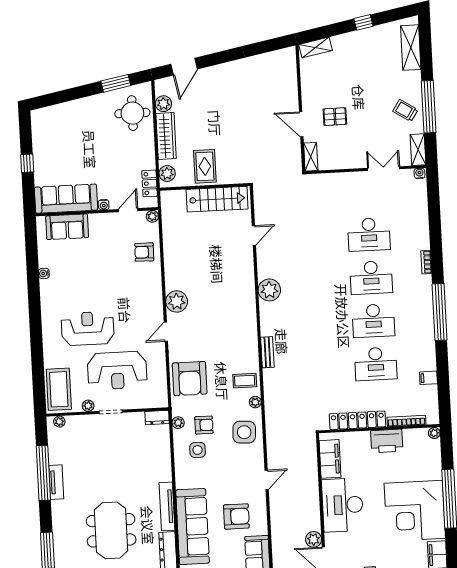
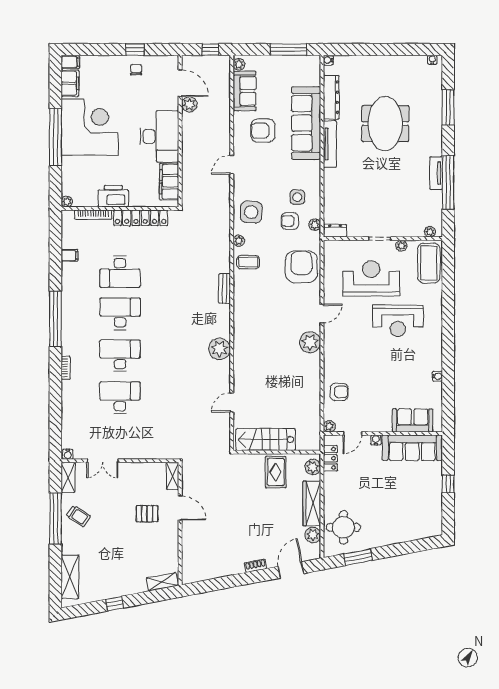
shoe rack: (221, 69) -> (256, 566), added
desk: (376, 364) -> (120, 272), turned 180

